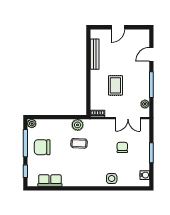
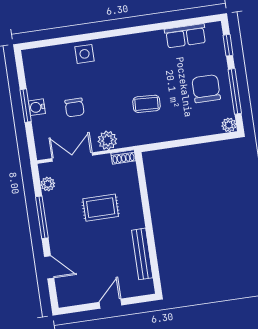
door: (151, 54) -> (49, 267), hinge flipped
rug: (115, 85) -> (101, 208), turned 90
plant: (78, 125) -> (107, 140), moved
chair: (42, 147) -> (206, 89), turned -90
water cooler: (145, 175) -> (37, 107), moved

